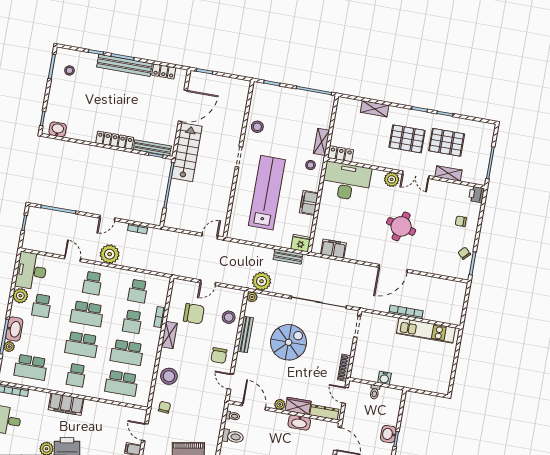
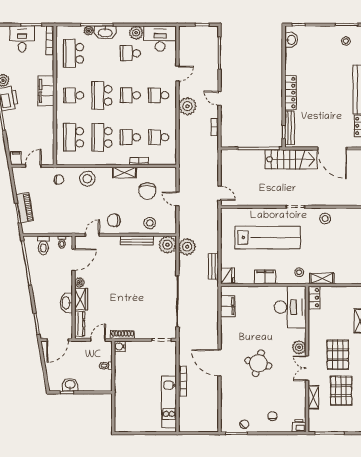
plant: (252, 297) -> (167, 245), width x1.88, depth x1.88
school desk: (87, 314) -> (130, 95), width x0.54
spiral stairs: (289, 342) -> (137, 281), removed
water cooler: (384, 378) -> (120, 346), moved

